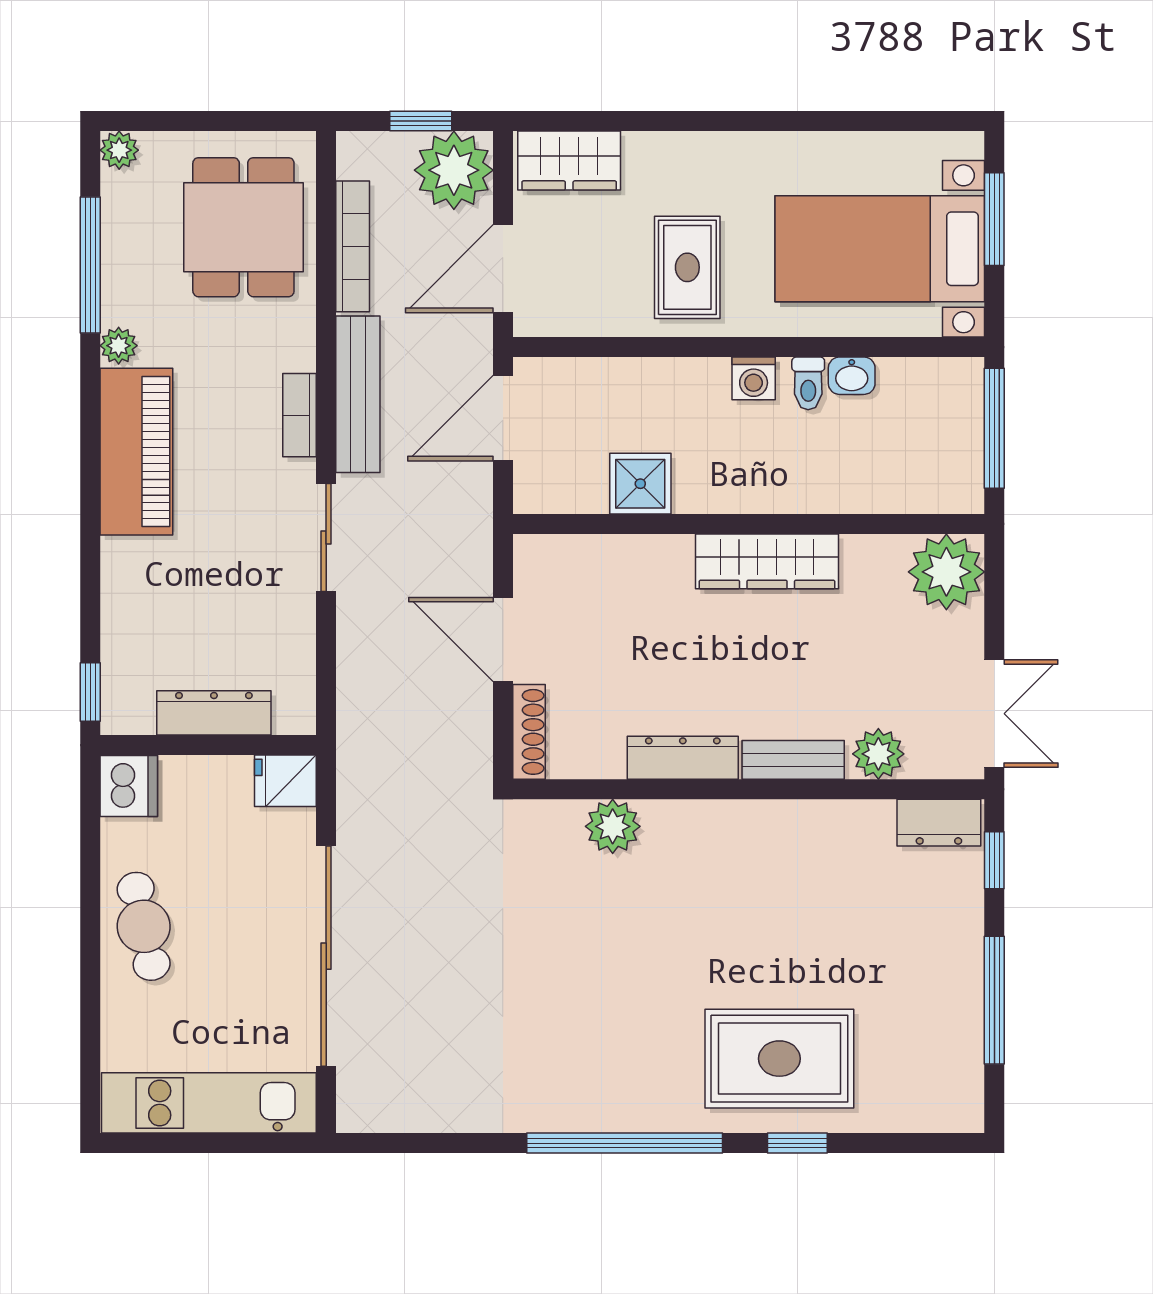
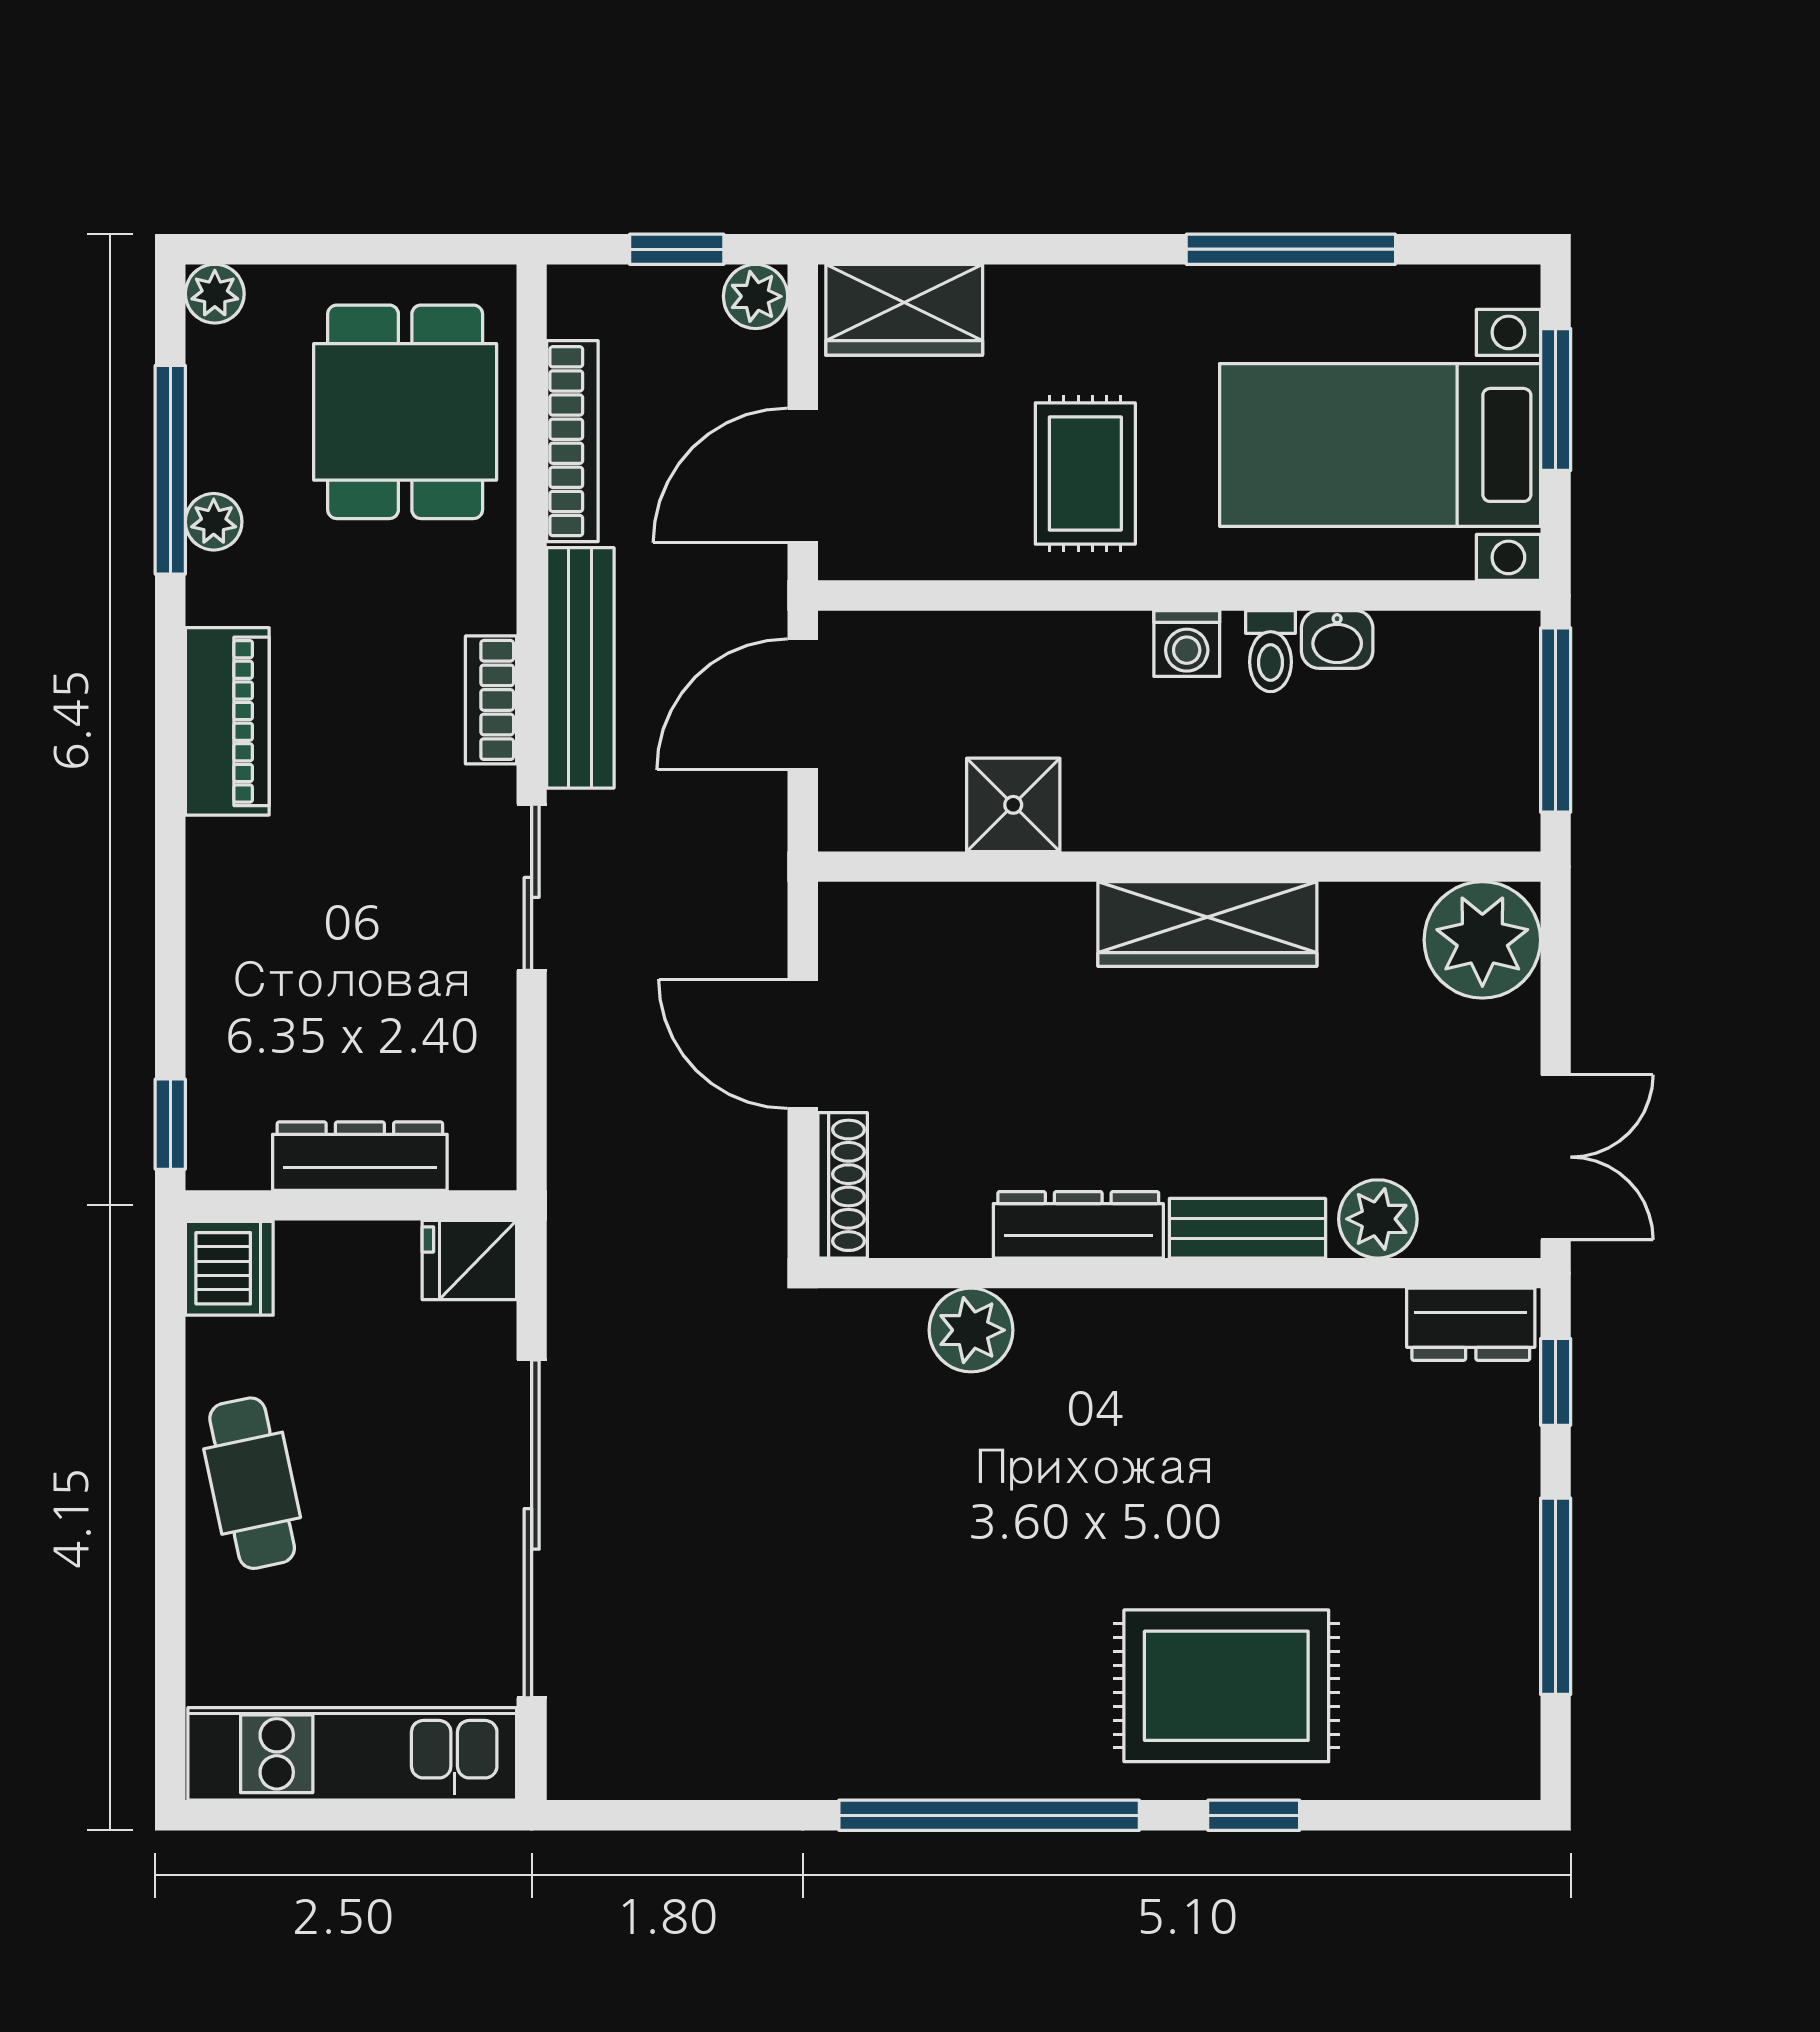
window: (822, 121) -> (1291, 249), added
plant: (454, 170) -> (756, 296), width x0.53, depth x0.53
plant: (119, 346) -> (214, 522), moved
piano: (136, 452) -> (227, 721), width x0.73, depth x0.75

